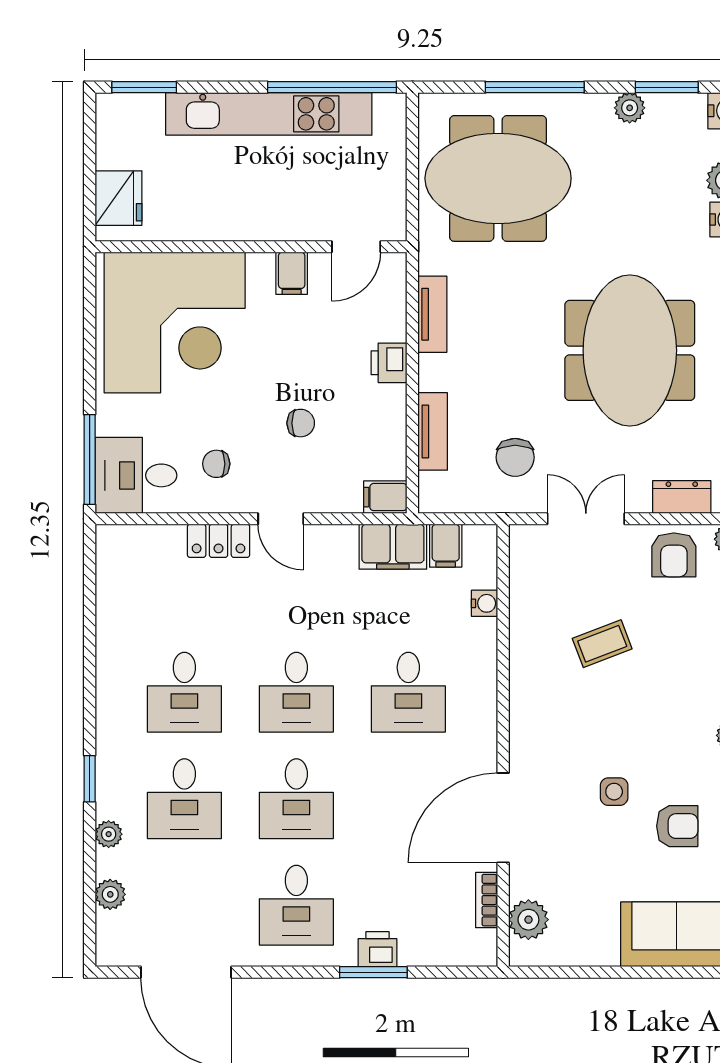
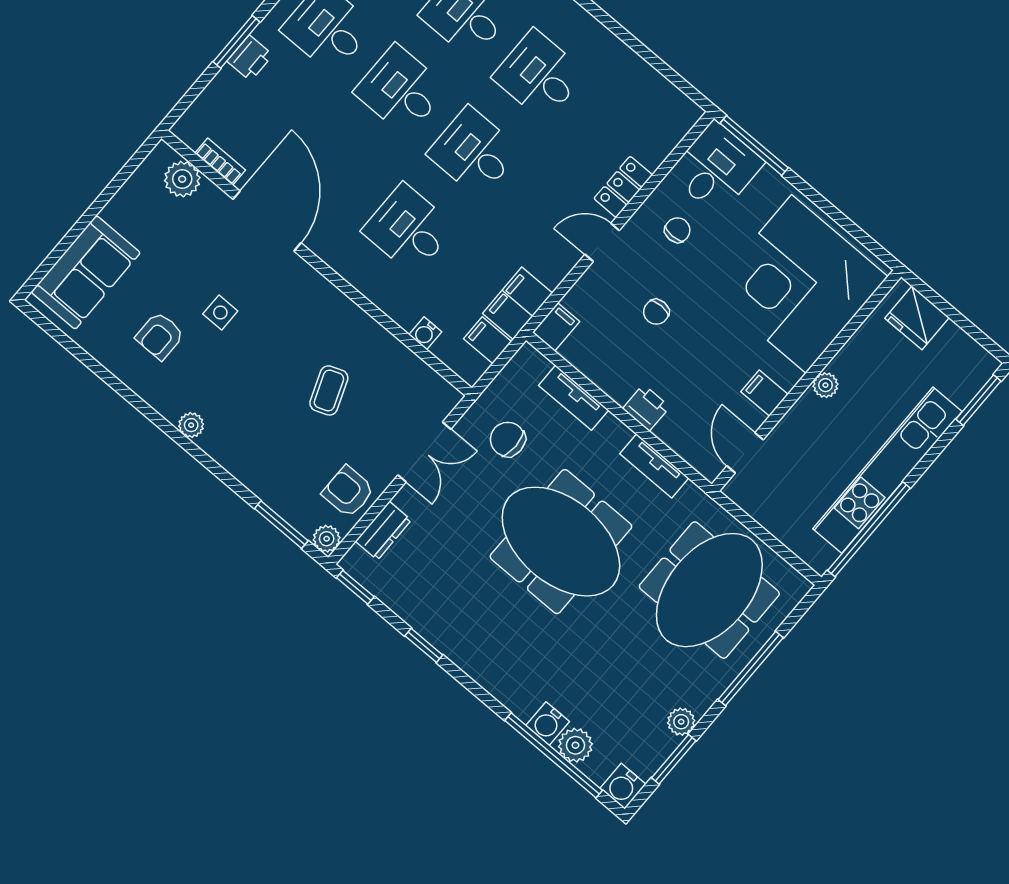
plant: (241, 227) -> (825, 385), added
meeting table: (630, 350) -> (561, 542), moved

